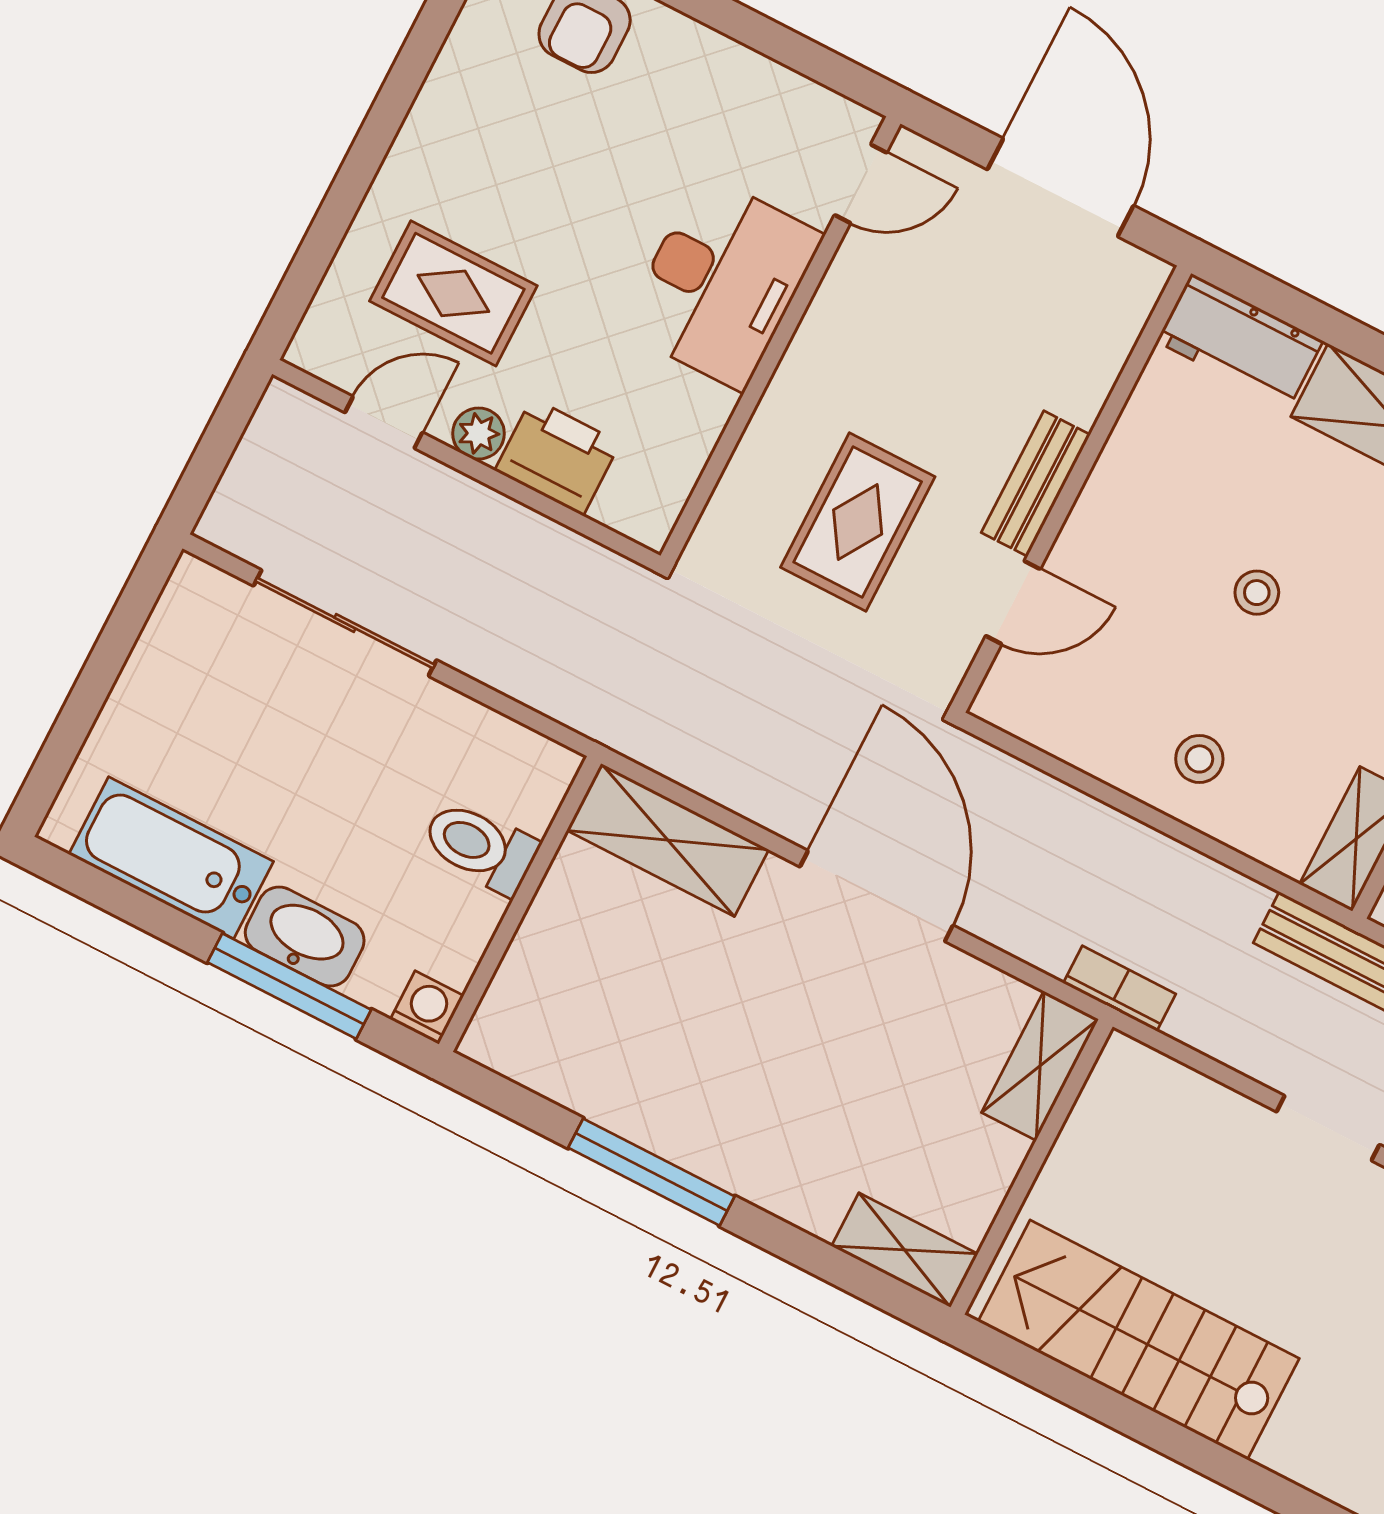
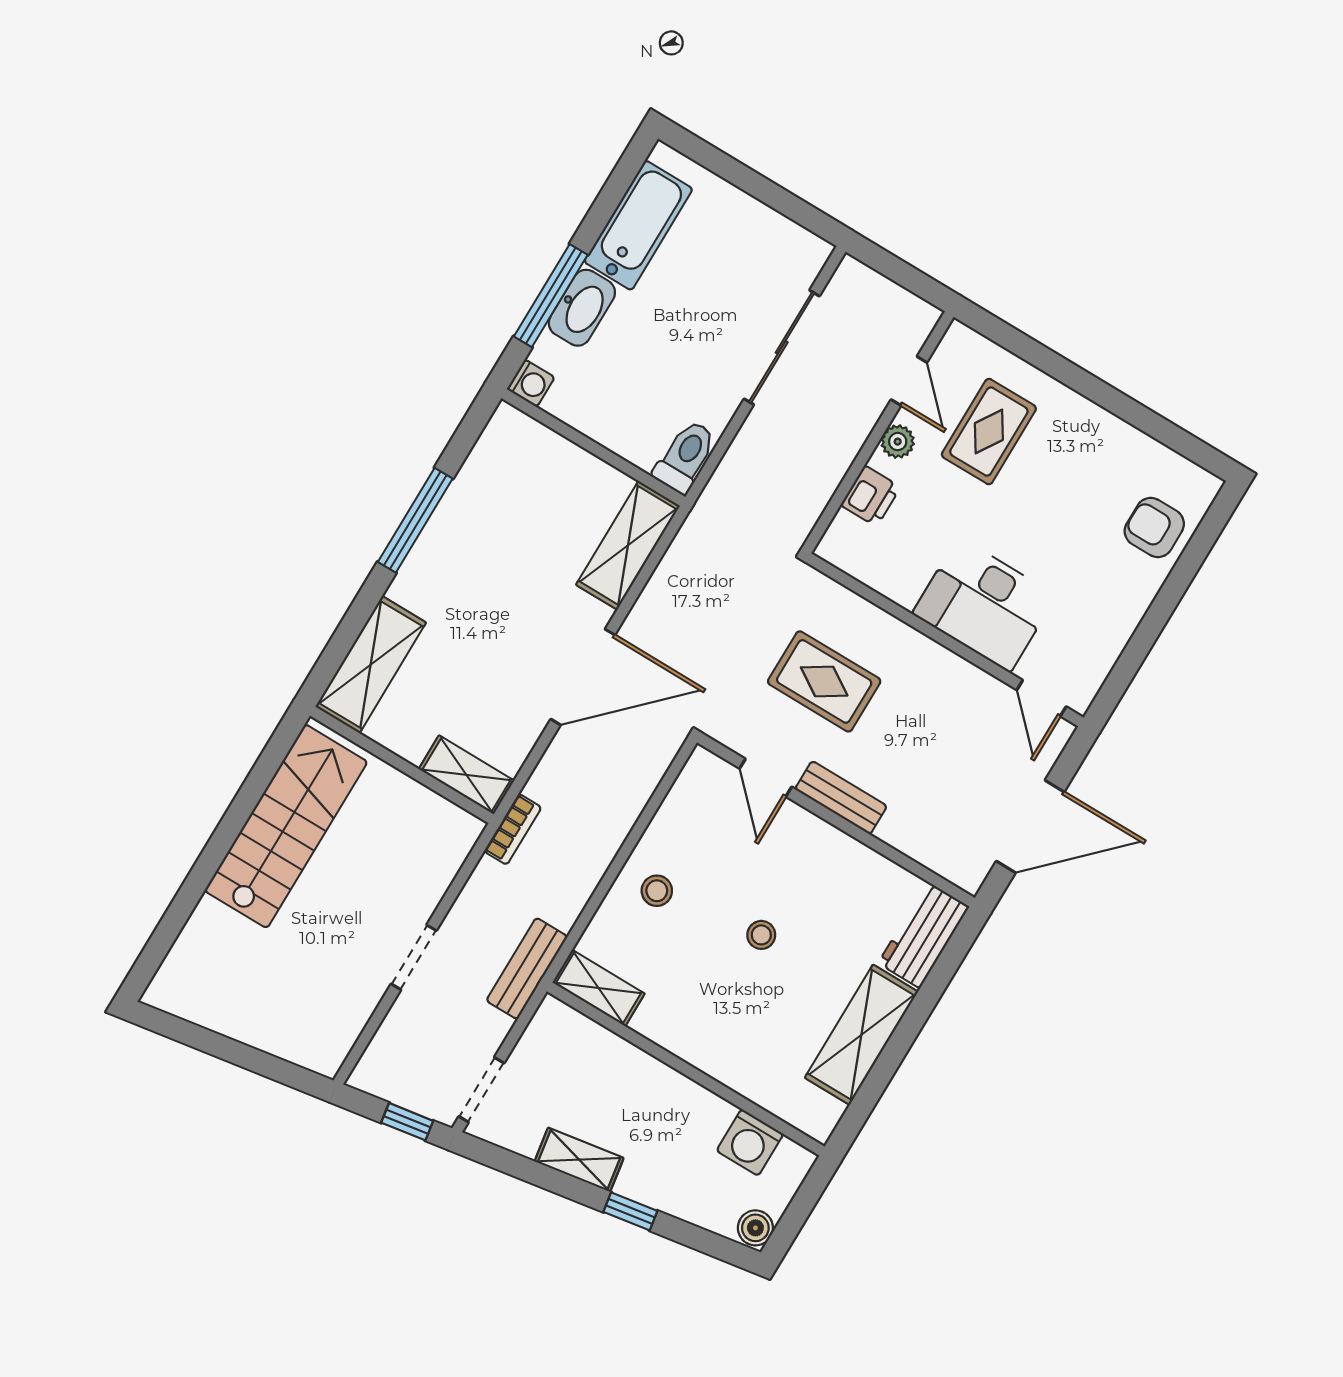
printer: (558, 457) -> (871, 496), width x0.73, depth x0.81
toilet: (480, 847) -> (685, 457), moved
shelving: (905, 1250) -> (371, 665), width x1.50, depth x1.33

